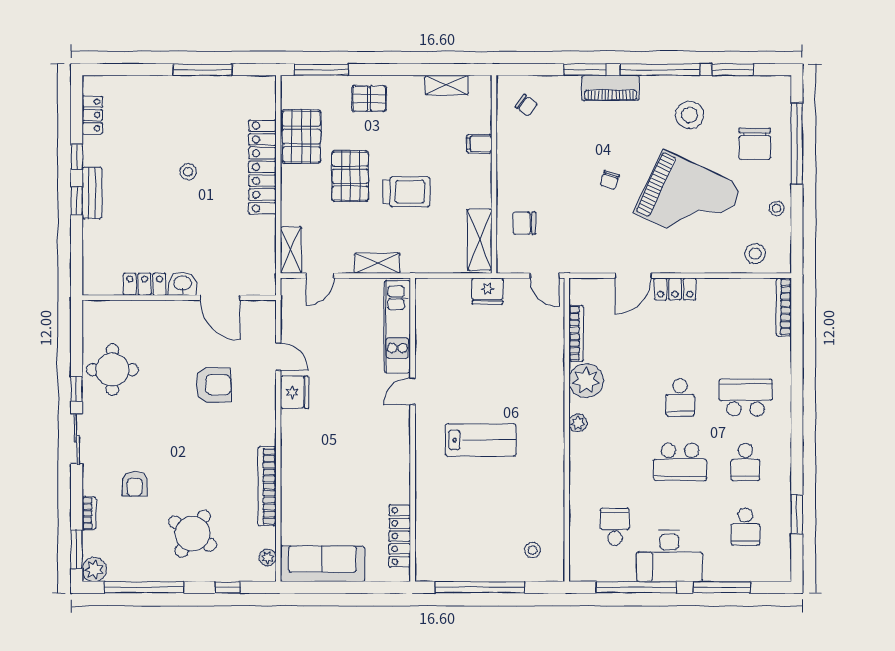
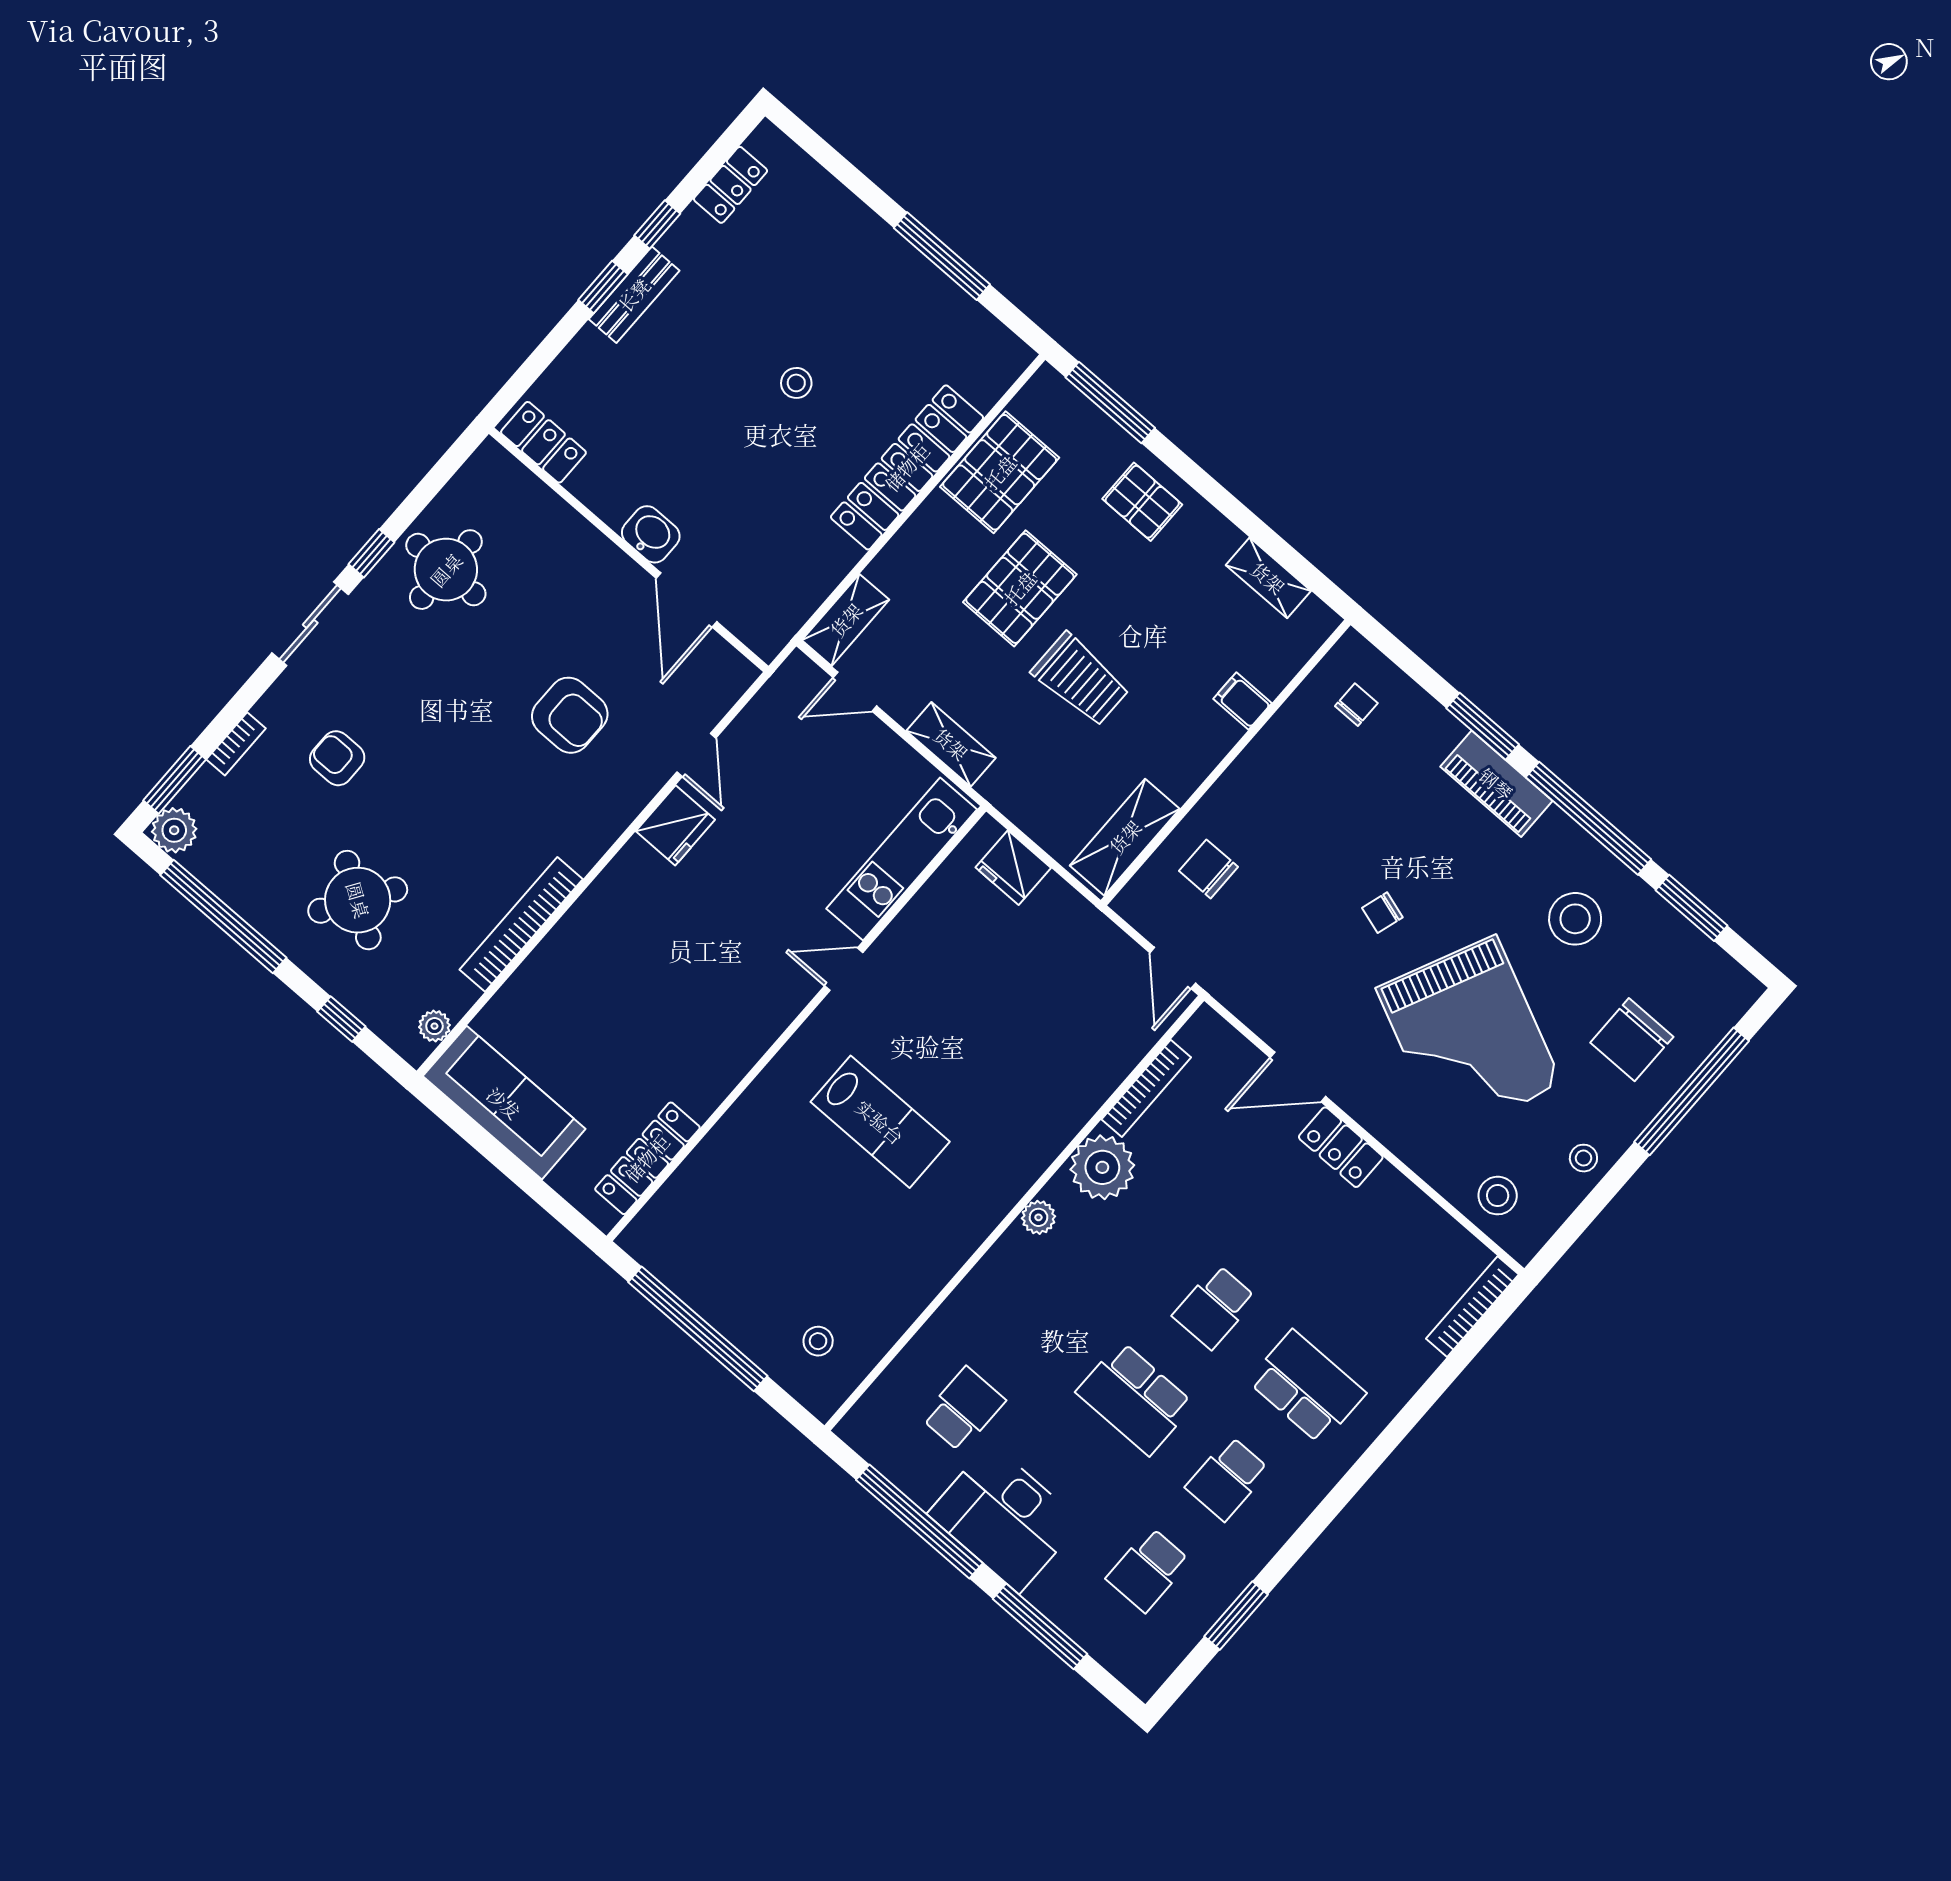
chair: (526, 105) -> (1356, 705), turned -126
locker: (145, 284) -> (543, 442), moved
fridge: (487, 291) -> (1013, 868), moved
armchair: (135, 484) -> (337, 758), turned 90

